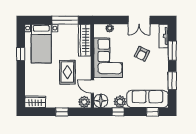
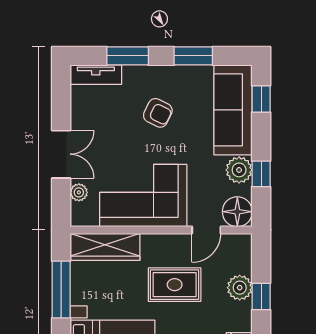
double door: (139, 20) -> (61, 154), moved
armchair: (142, 54) -> (158, 113), moved
plant: (84, 102) -> (240, 288), moved

